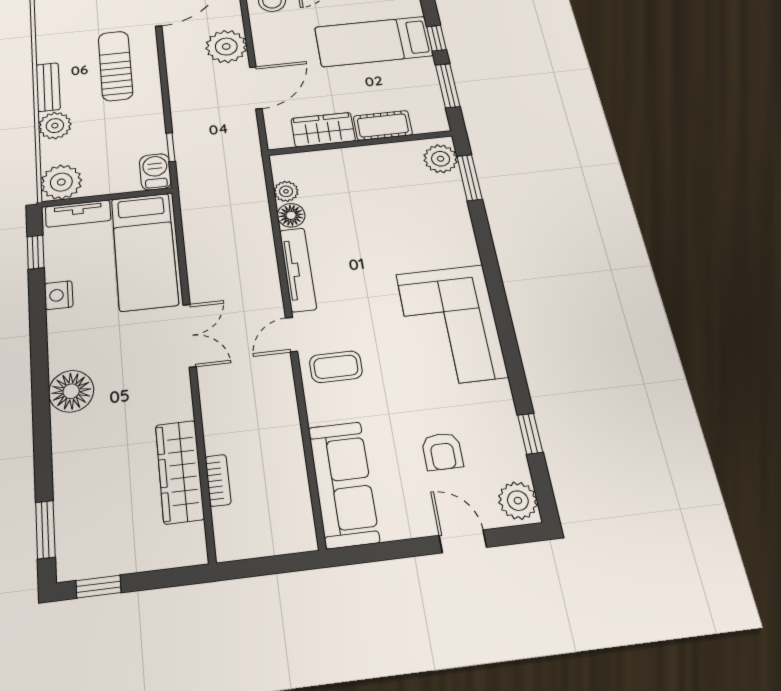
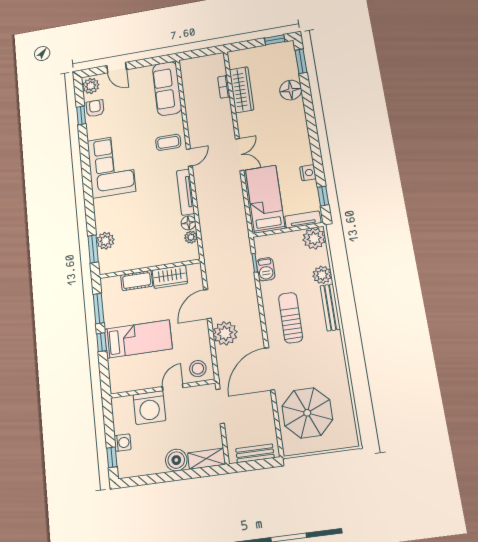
sun lounger: (115, 66) -> (291, 318), turned 180
bench: (48, 87) -> (330, 307), width x1.36
plant: (441, 159) -> (105, 241), moved
barbecue: (155, 172) -> (266, 269), moved
double door: (190, 336) -> (240, 155), swing flipped
floor lamp: (71, 391) -> (291, 90), moved
armchair: (442, 451) -> (95, 108), moved

